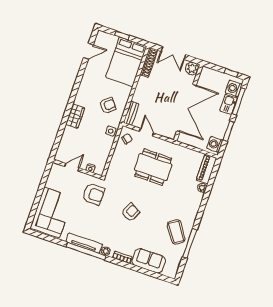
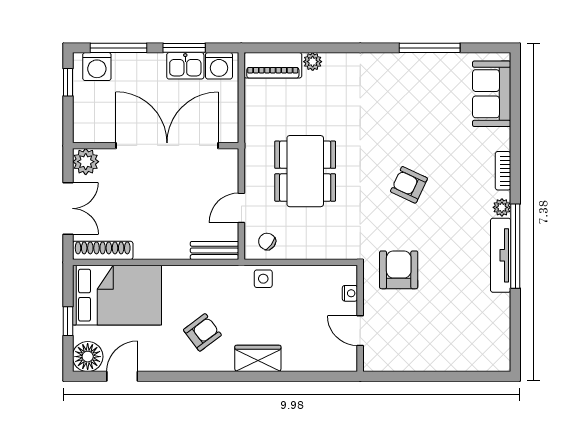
floor lamp: (103, 39) -> (88, 357), added
door: (88, 51) -> (122, 376), hinge flipped
kitchen sink: (229, 104) -> (185, 66), moved
armchair: (108, 105) -> (202, 332), moved, turned 92
corner sofa: (52, 213) -> (463, 339), removed
coffee table: (176, 232) -> (417, 82), removed
sofa: (149, 261) -> (492, 94), moved

